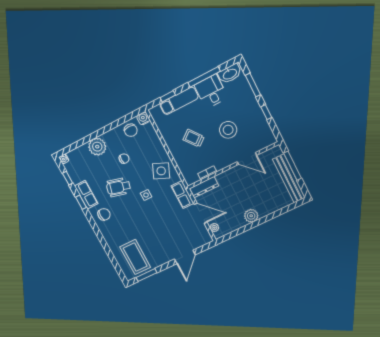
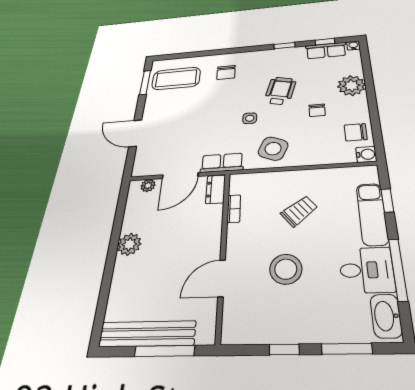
dresser: (204, 187) -> (216, 189), width x0.70
row of seats: (86, 195) -> (326, 51), moved
chair: (104, 214) -> (226, 72), moved

